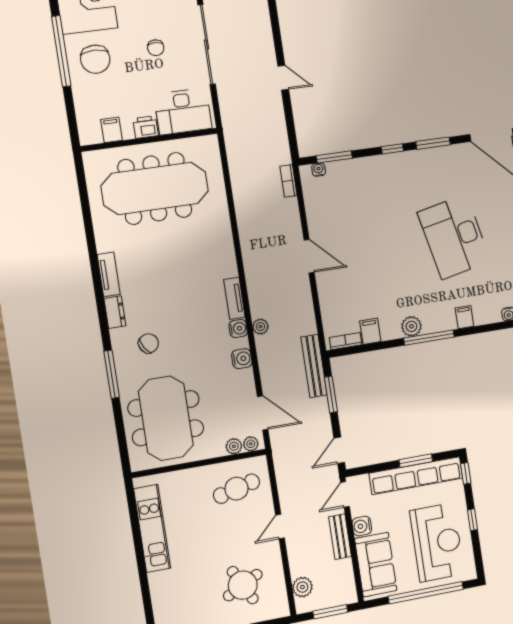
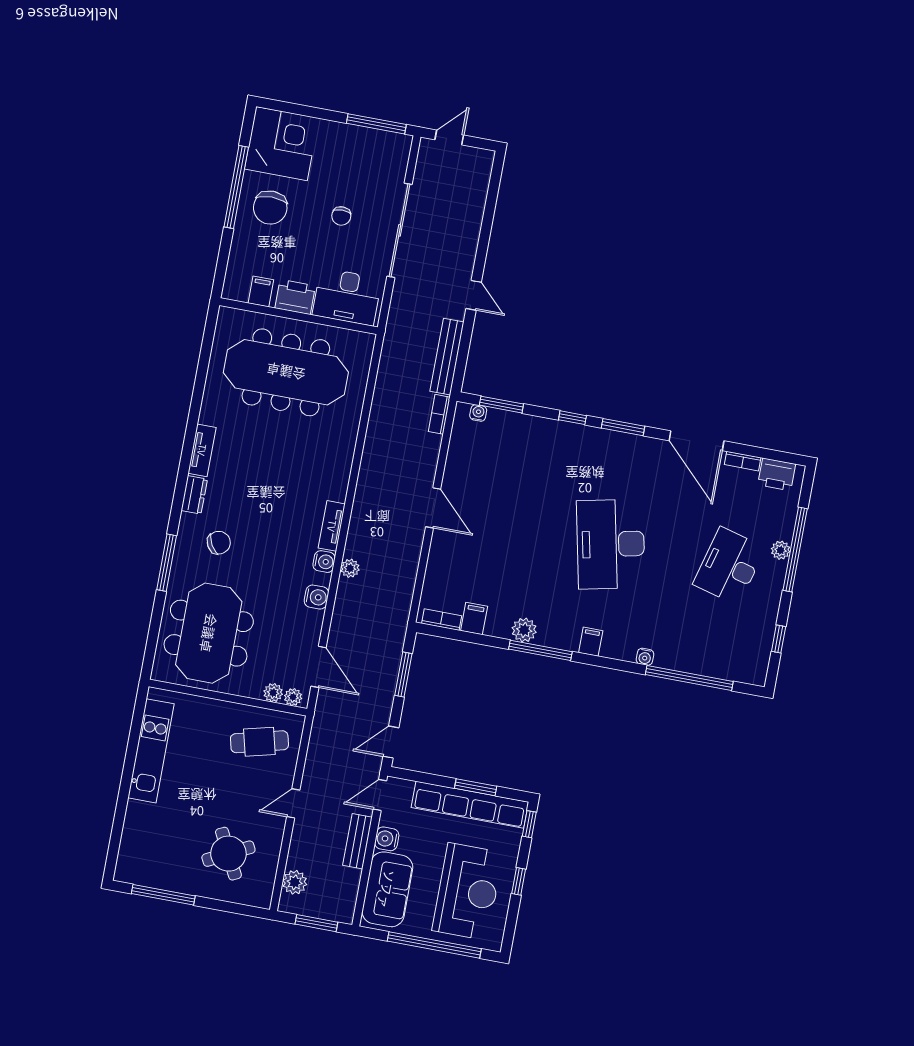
printer: (146, 127) -> (295, 297), width x1.36, depth x1.24
bench: (314, 366) -> (447, 357), moved

